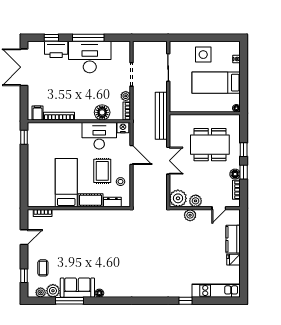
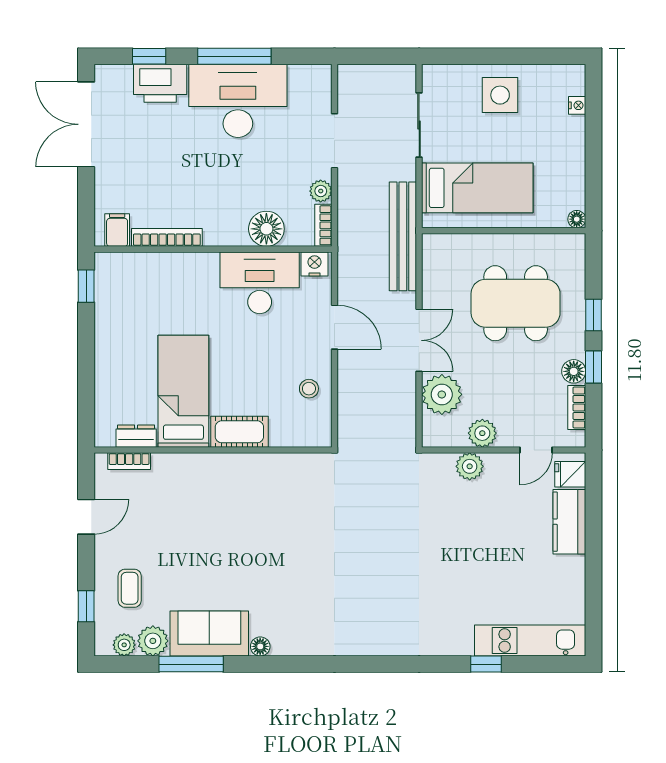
bed: (216, 83) -> (477, 188), moved, turned 180
rug: (102, 171) -> (267, 364), removed
plant: (178, 198) -> (442, 394), moved
dresser: (112, 202) -> (136, 436), moved
fridge: (234, 260) -> (570, 474), moved
window: (186, 301) -> (486, 664), moved

